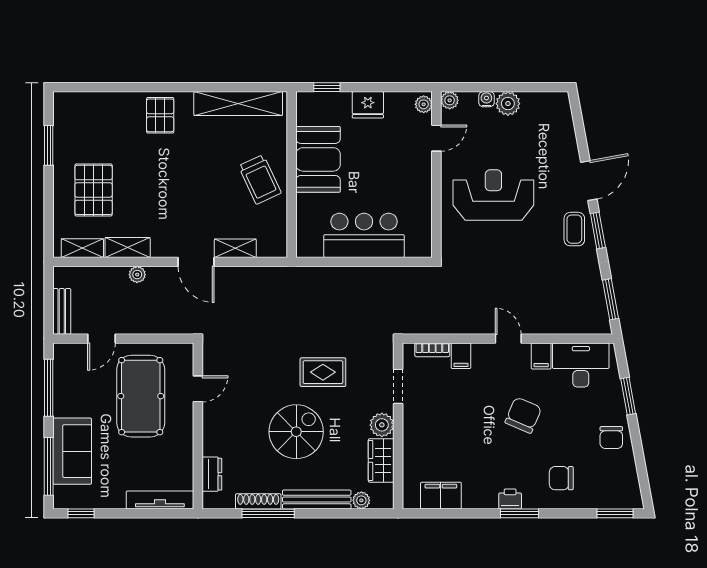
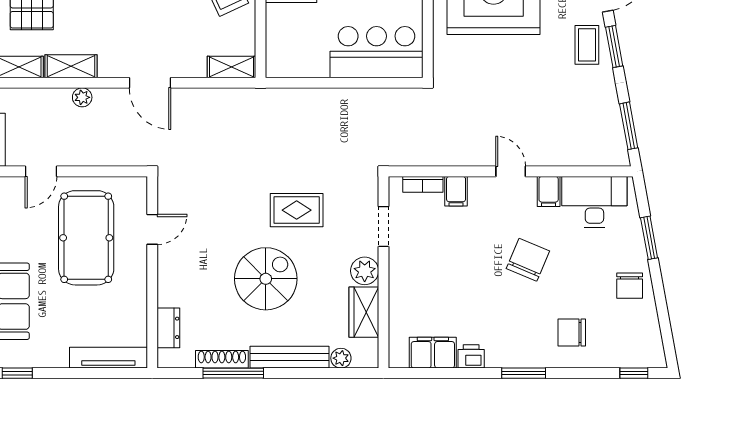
bar counter: (364, 235) -> (377, 52), moved
shelving: (235, 248) -> (231, 67), moved
printer: (510, 499) -> (471, 356), moved
window: (615, 513) -> (634, 373), width x0.67

